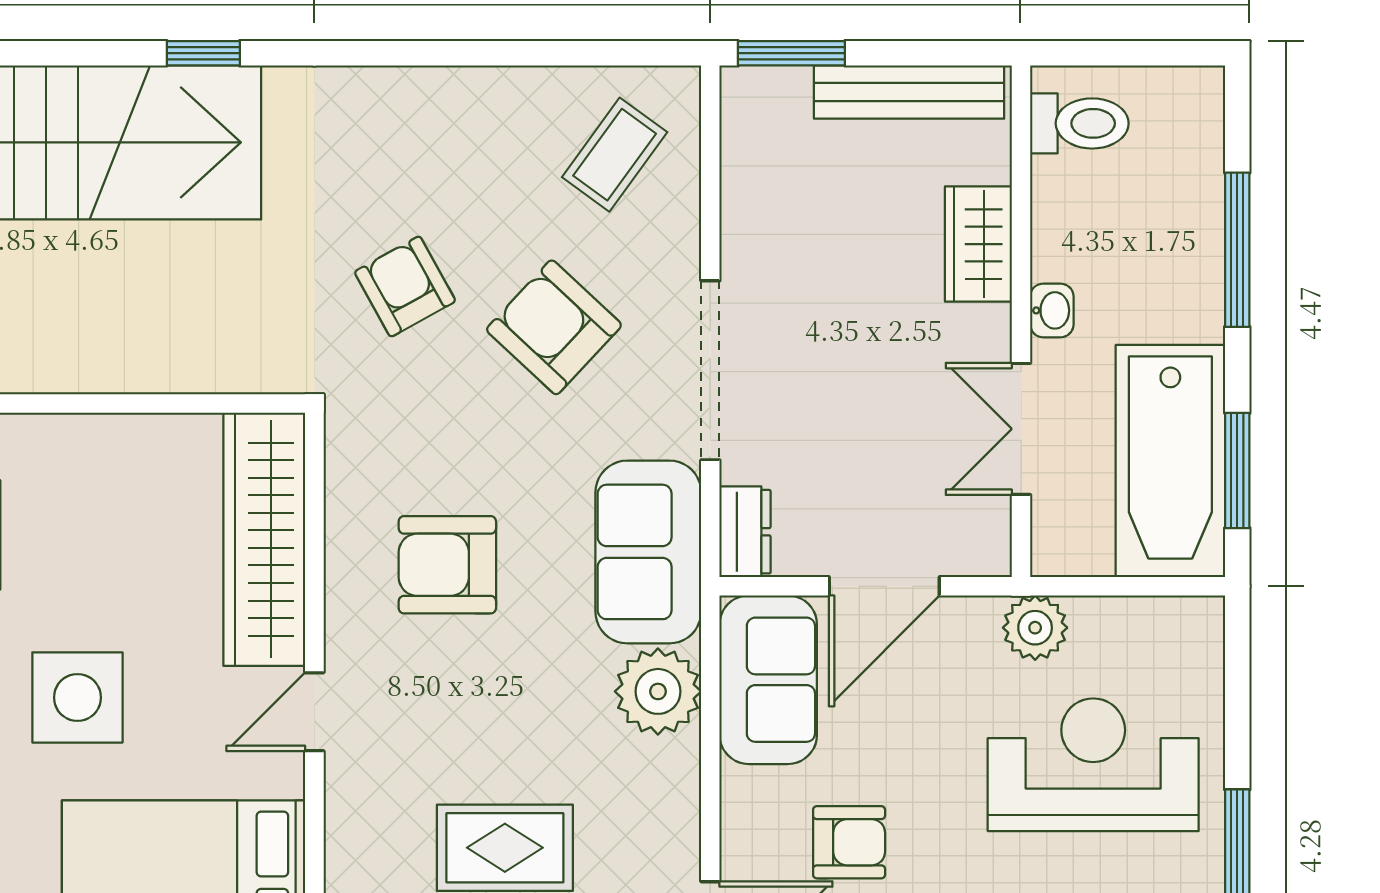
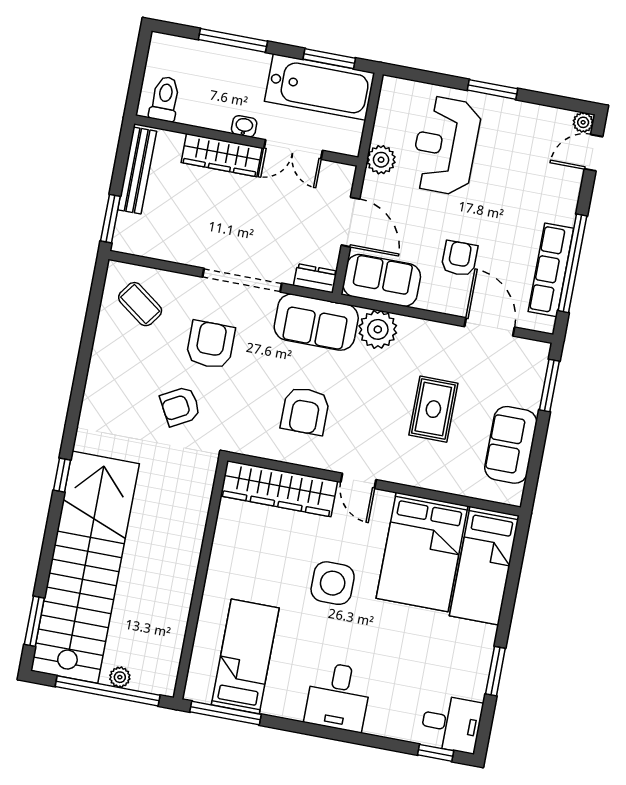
wardrobe: (978, 244) -> (222, 155), width x1.50
armchair: (554, 327) -> (210, 345), turned 137

